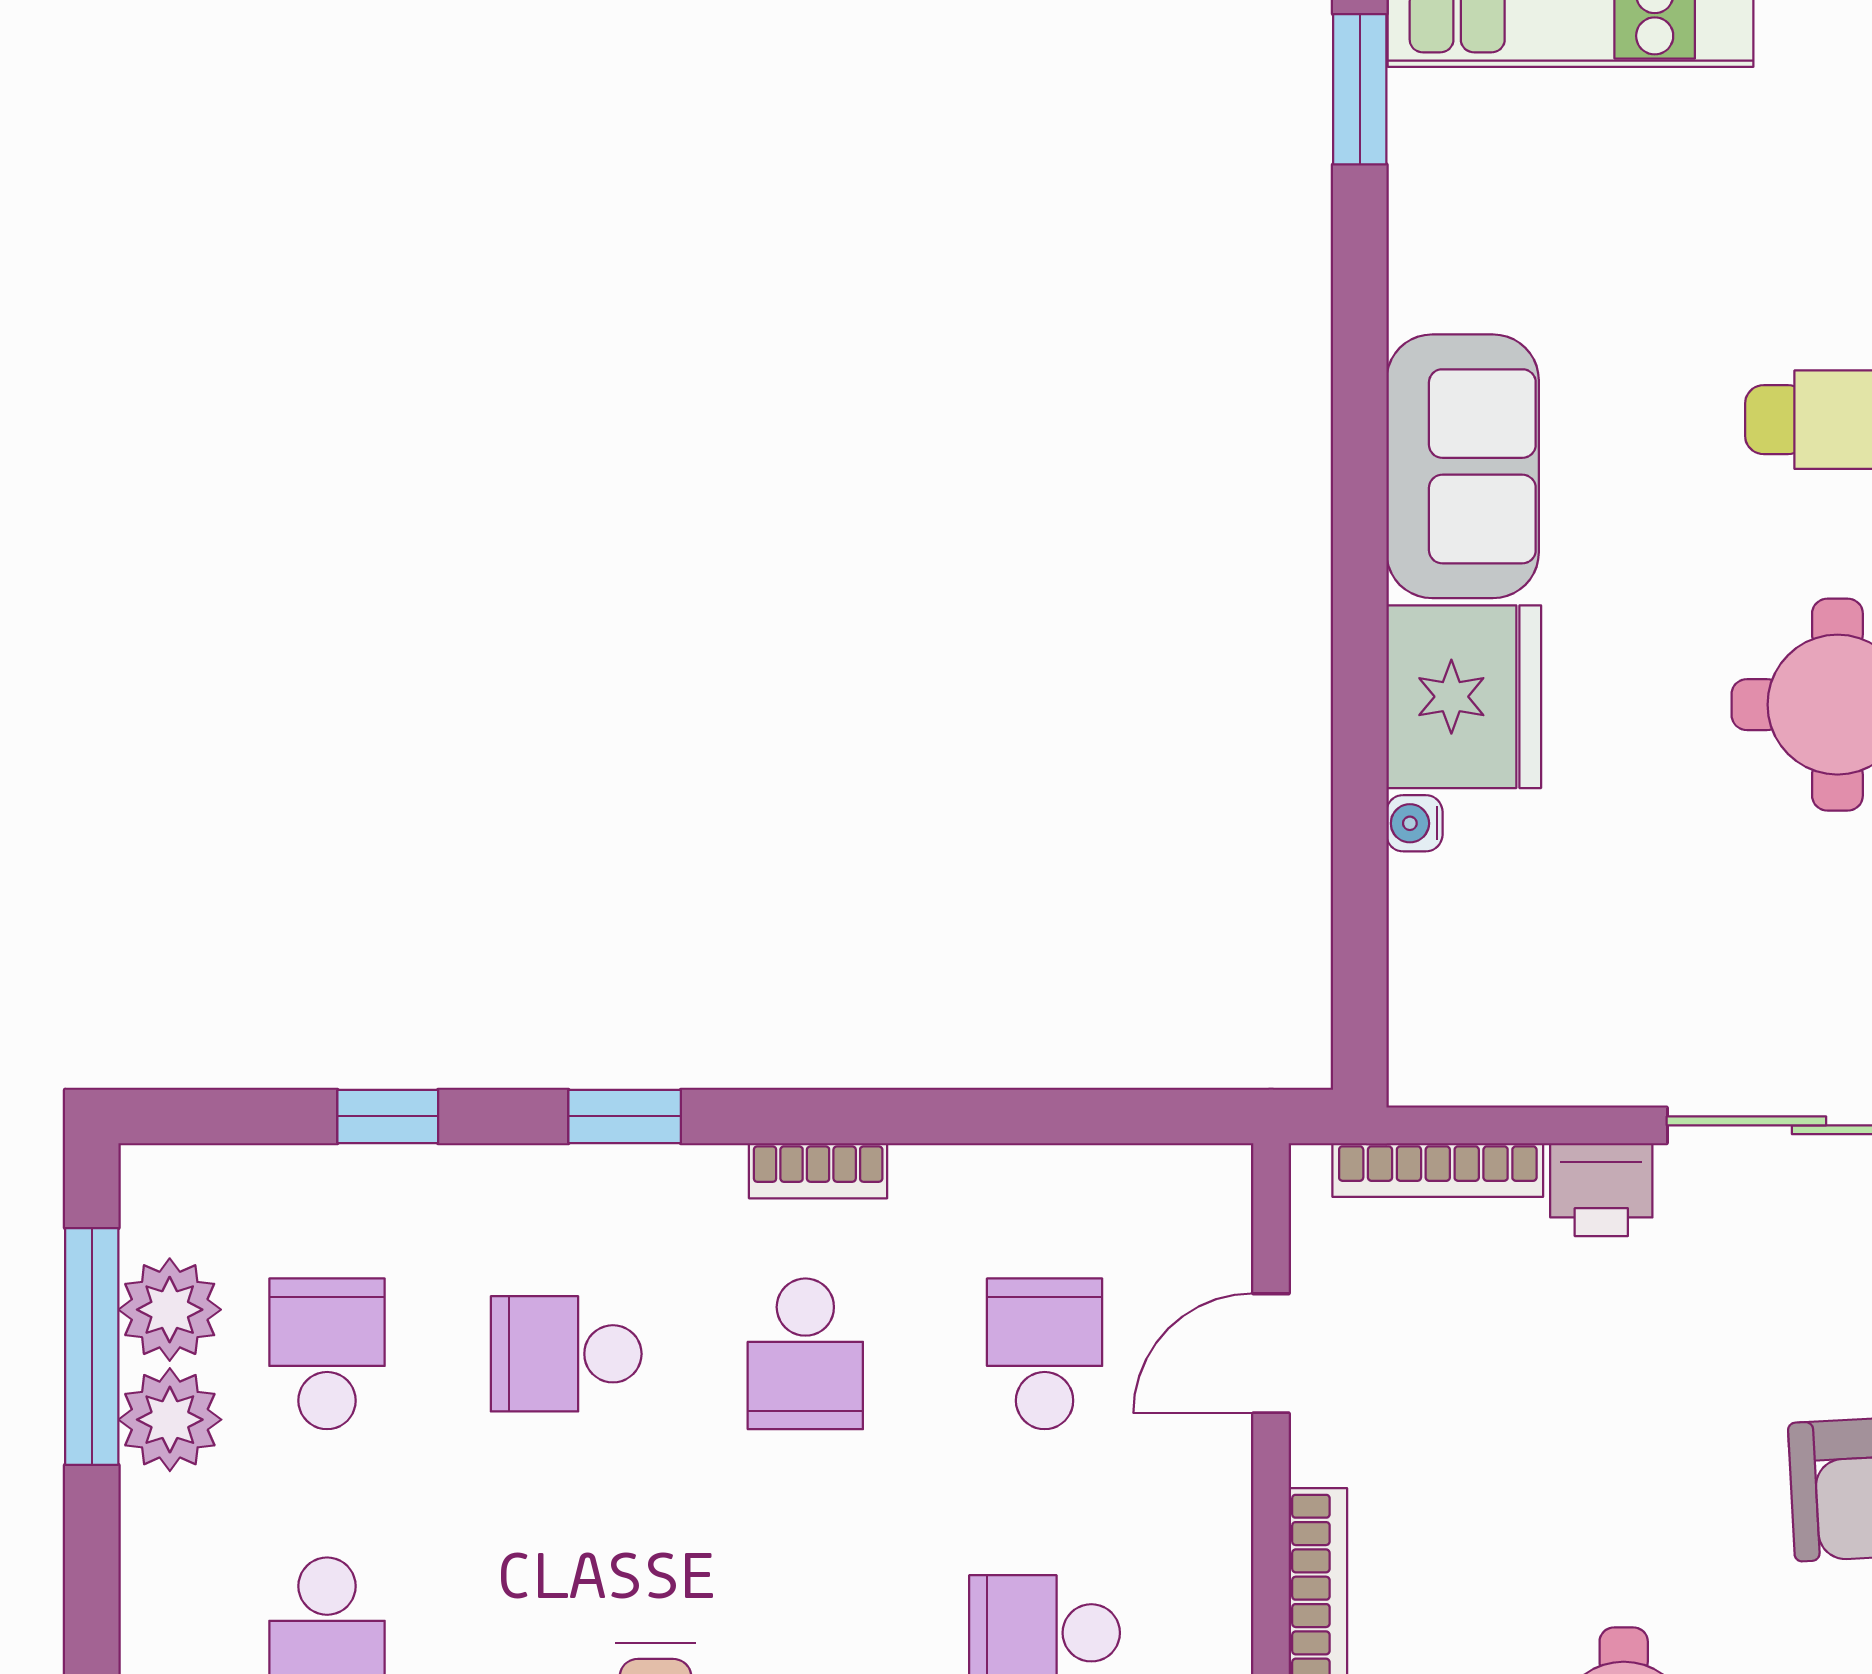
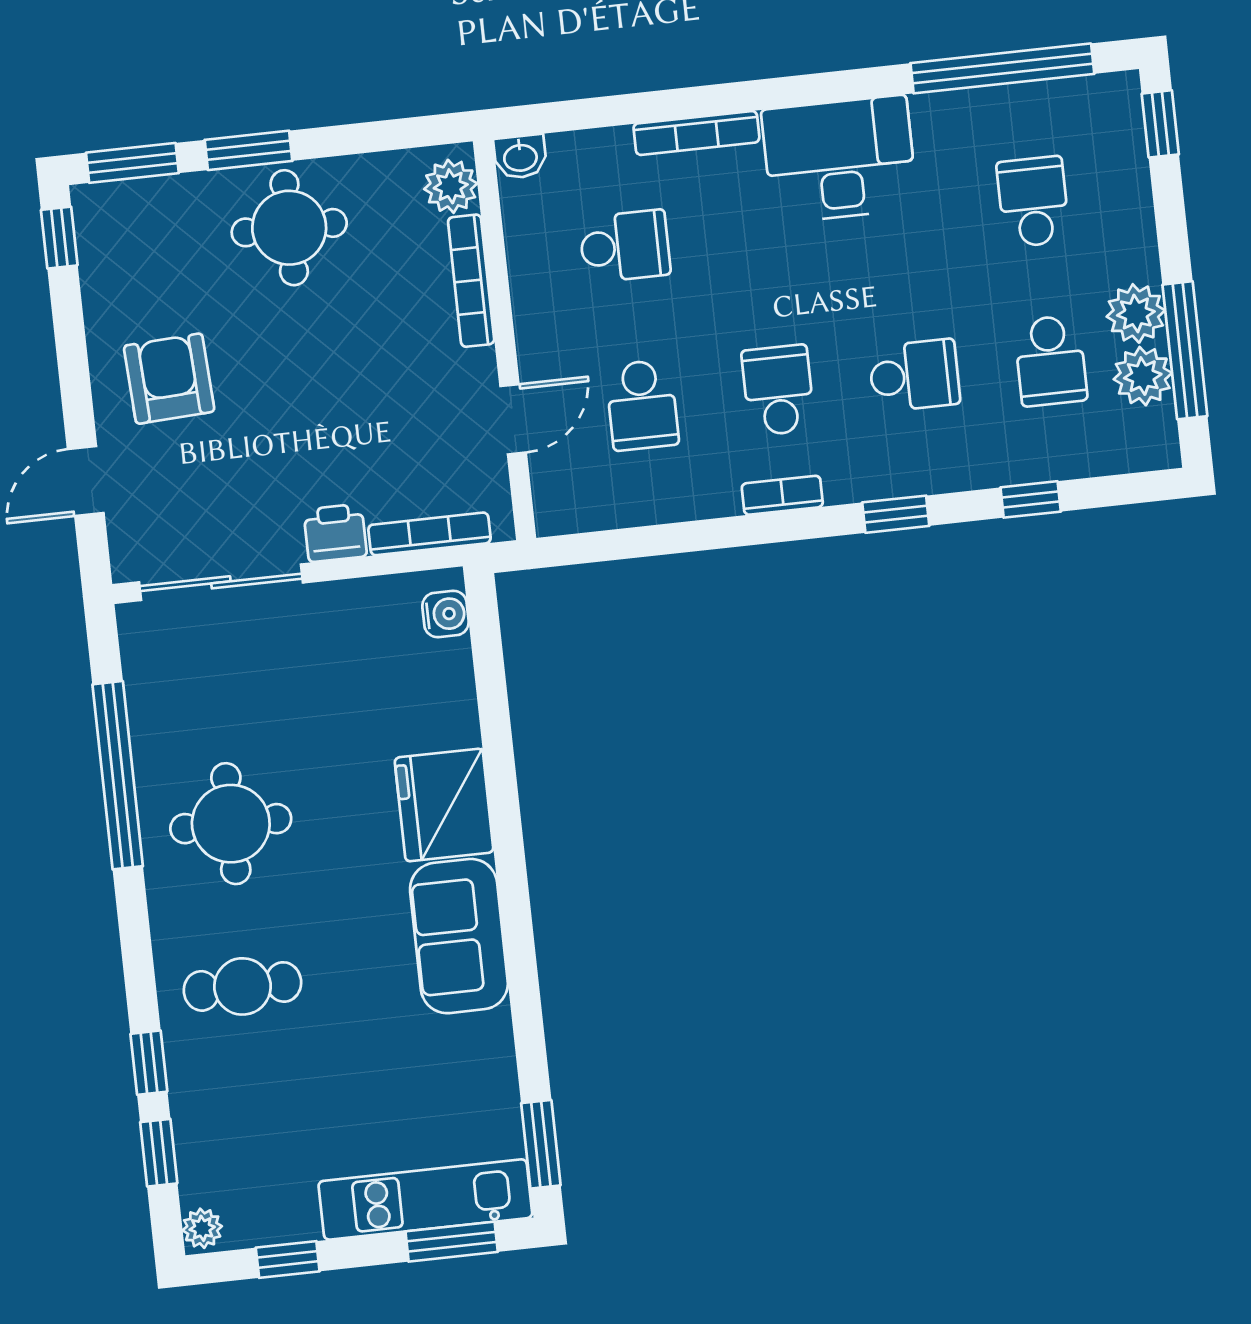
water cooler: (1414, 823) -> (446, 614), moved, width x1.38, depth x1.38

